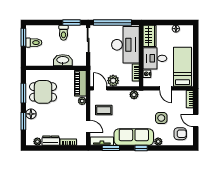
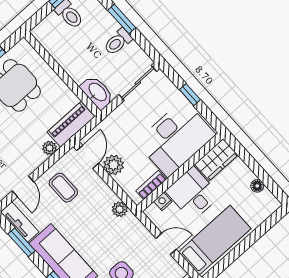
window: (71, 23) -> (122, 19), moved
window: (113, 23) -> (190, 95), width x0.32
washbasin: (63, 60) -> (97, 92), moved
door: (166, 88) -> (166, 244), swing flipped

